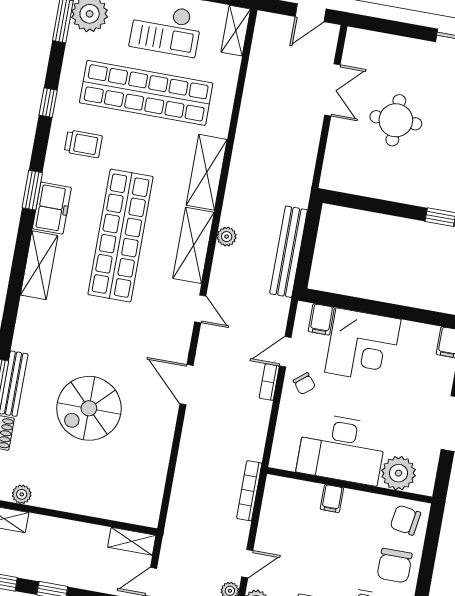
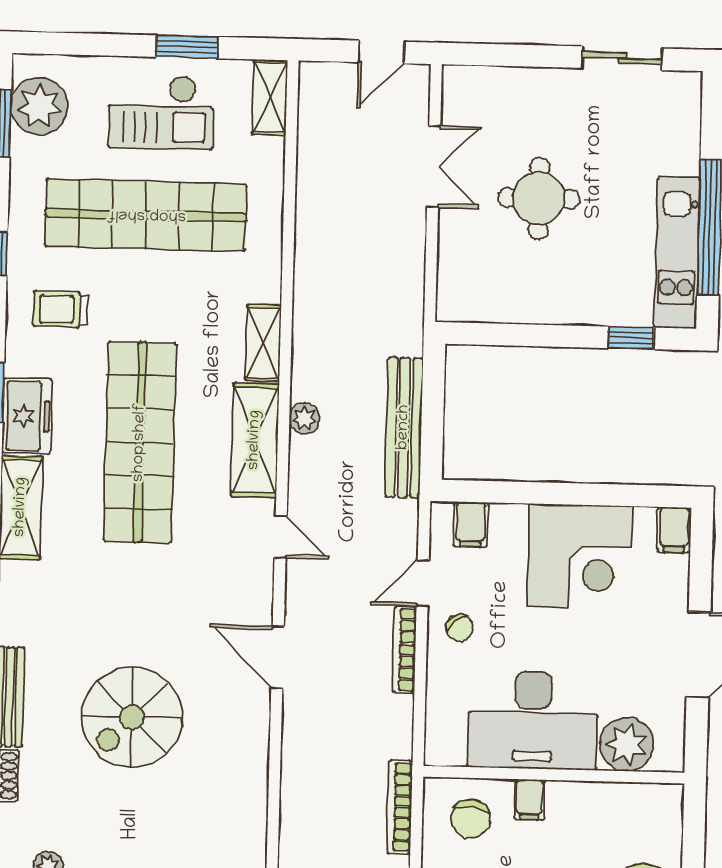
trolley: (83, 144) -> (60, 309), turned 180
shelving: (207, 172) -> (263, 343), width x0.67, depth x0.75
corner desk: (363, 346) -> (580, 557), moved
bookcase: (269, 382) -> (405, 649), width x1.56
chair: (405, 520) -> (471, 819), moved, turned -93

